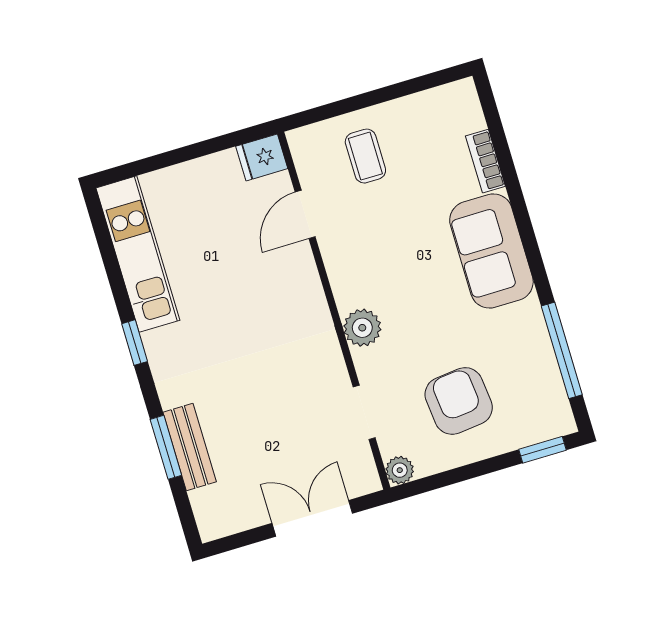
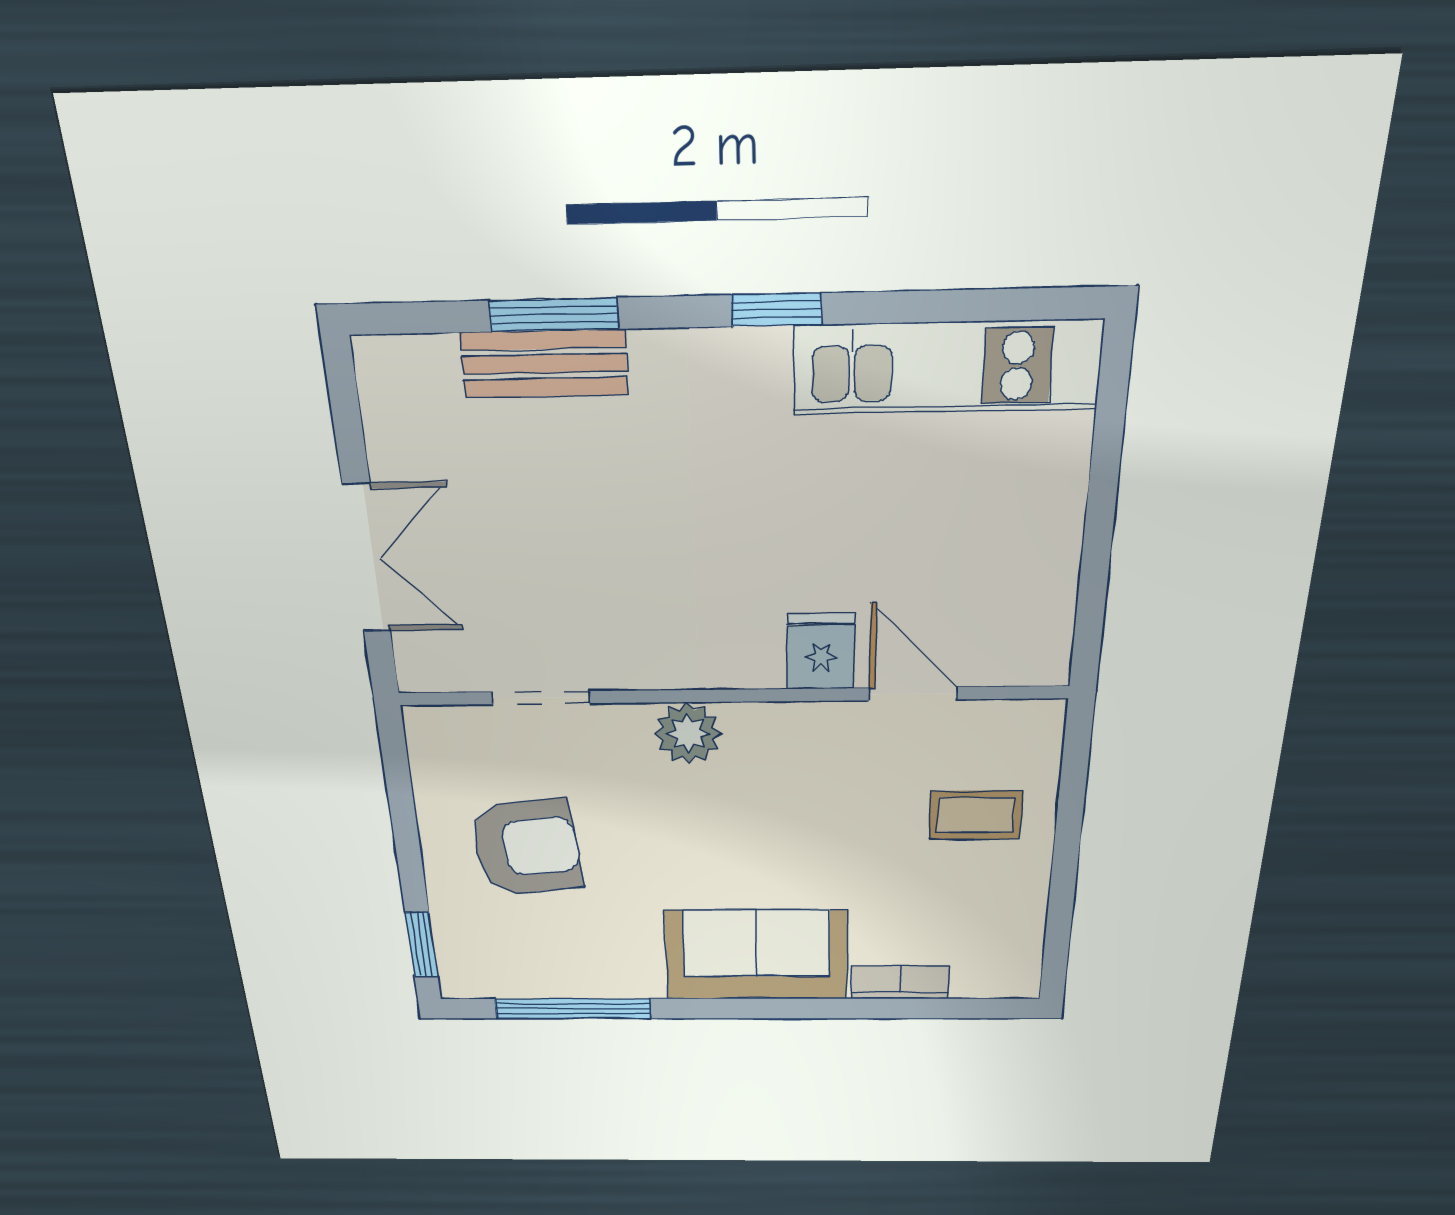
fridge: (262, 157) -> (821, 651), moved
plant: (400, 470) -> (428, 728), removed

